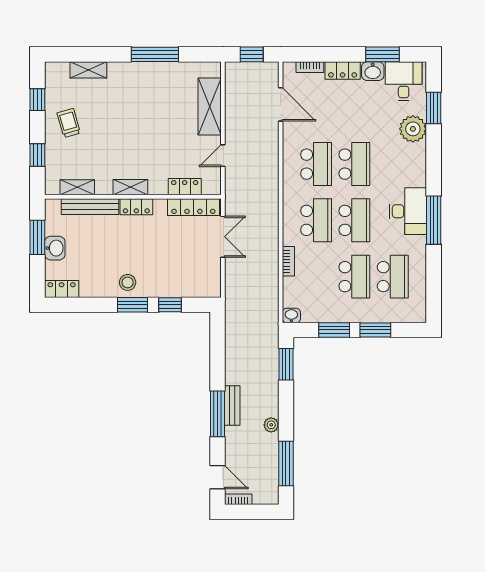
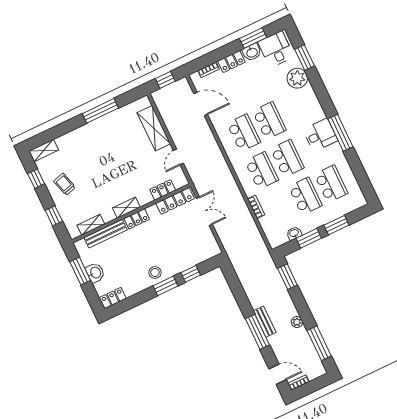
shelving: (88, 70) -> (44, 151), moved
desk: (408, 211) -> (320, 135), width x0.73
washbasin: (291, 315) -> (294, 233), moved

